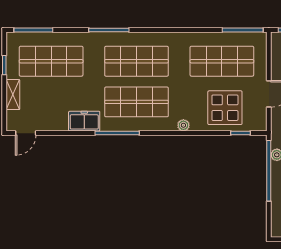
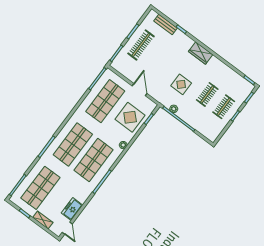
freezer: (84, 121) -> (72, 209), moved

